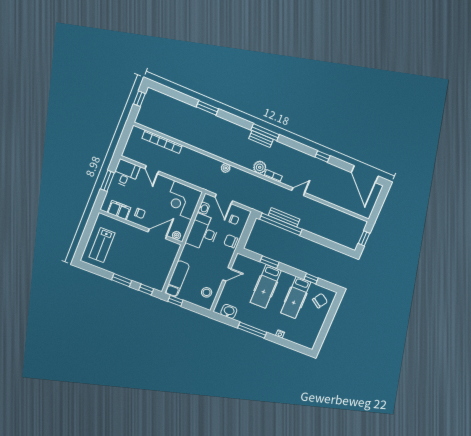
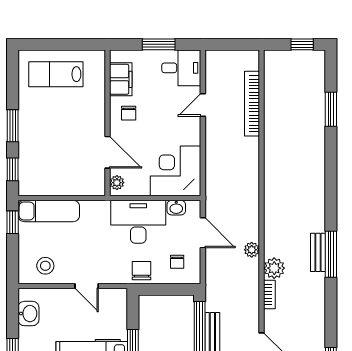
window: (207, 108) -> (331, 109), moved
plant: (226, 168) -> (252, 250), moved
door: (224, 199) -> (203, 233), swing flipped

